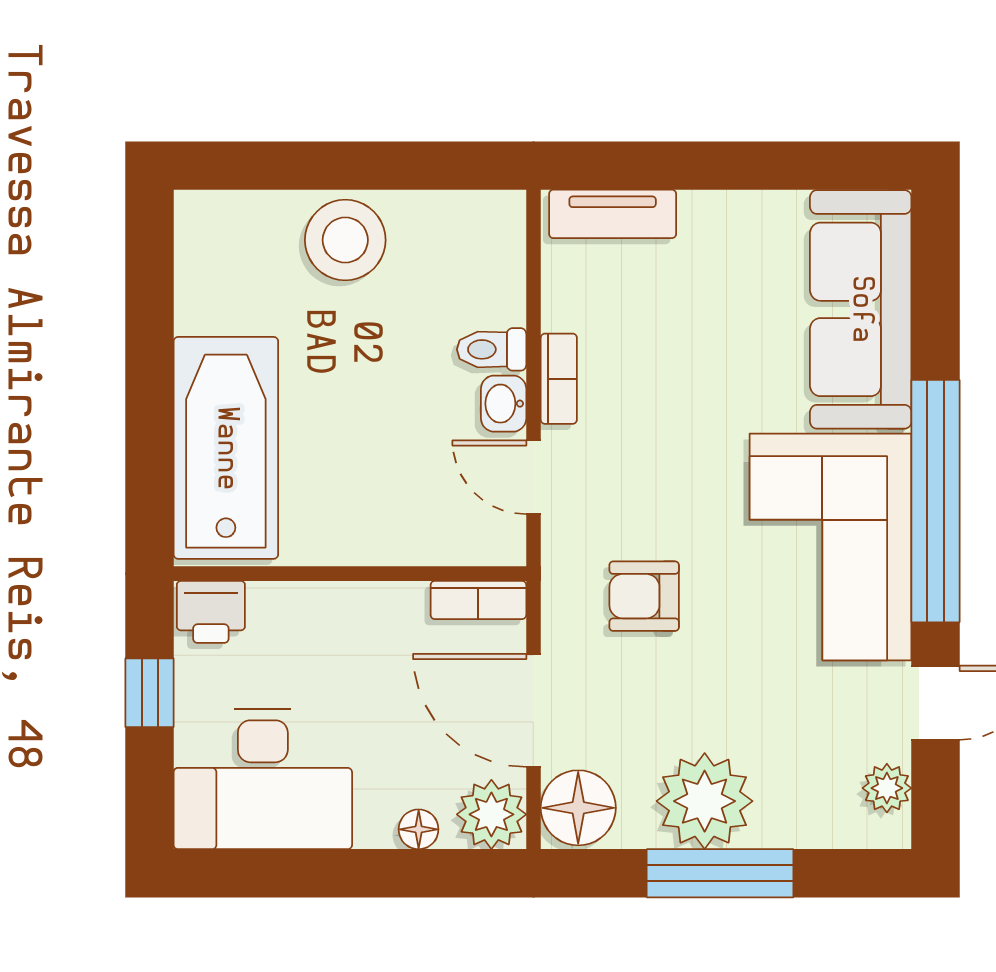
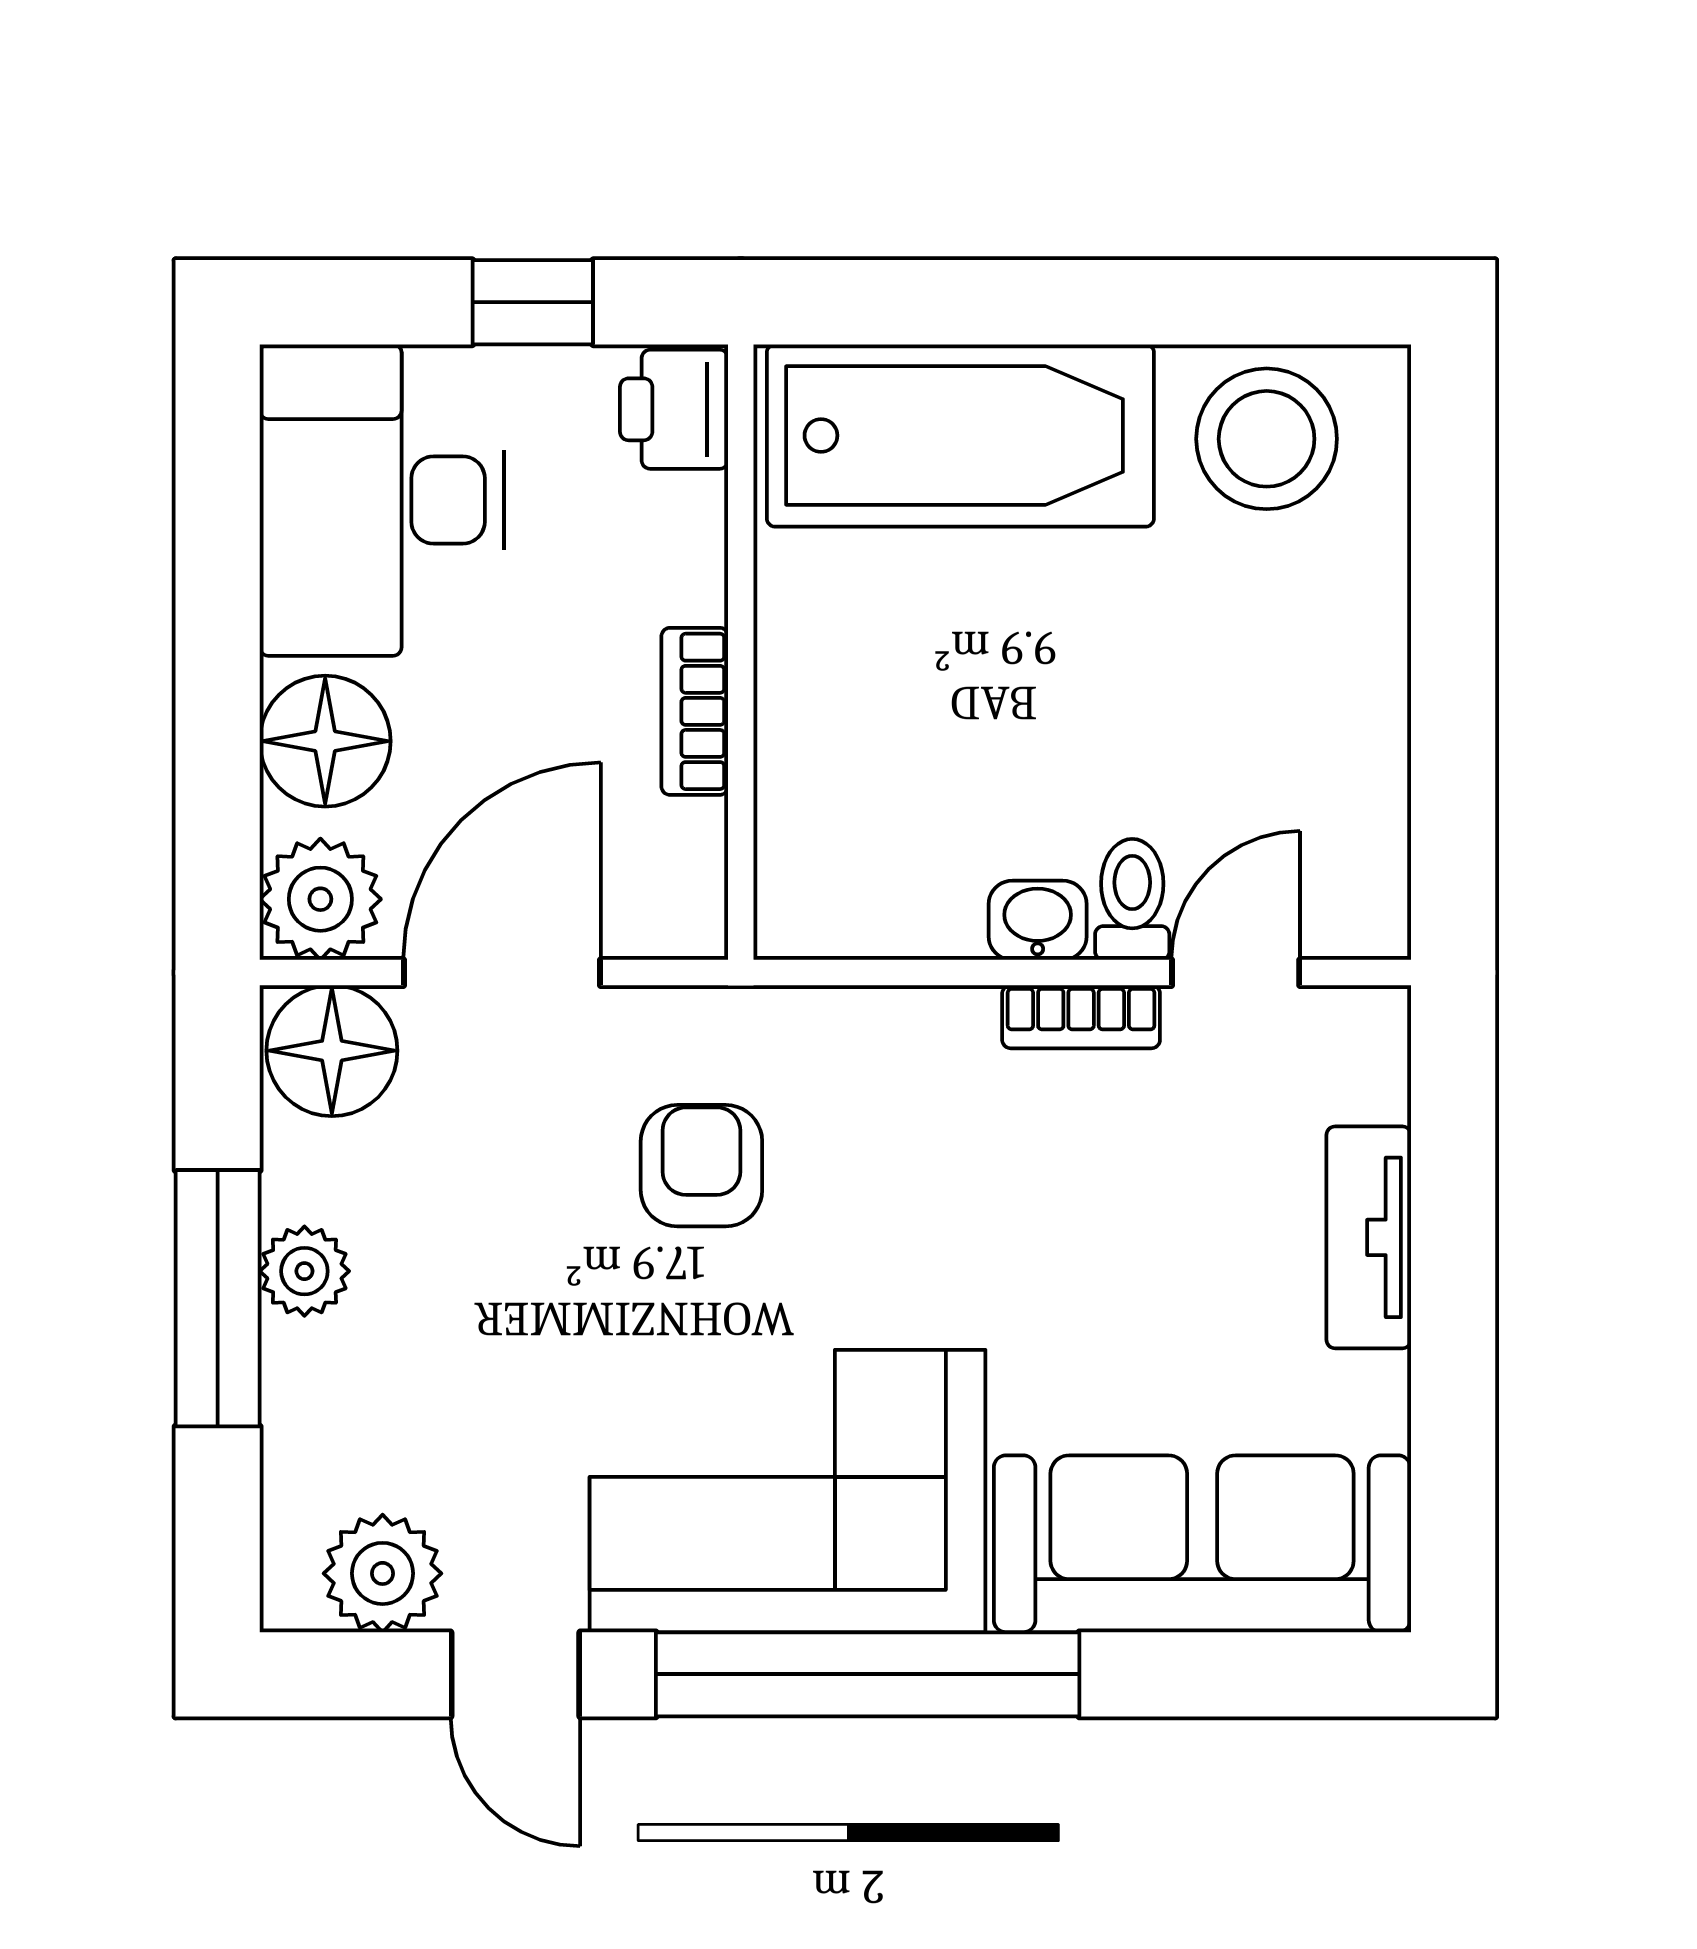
tv unit: (613, 214) -> (1369, 1237), moved
stool: (345, 240) -> (1267, 439), moved
door: (533, 477) -> (1236, 973), moved
bookcase: (478, 600) -> (695, 711), moved
plant: (887, 788) -> (383, 1573), width x1.38, depth x1.38
plant: (705, 801) -> (304, 1271), width x0.53, depth x0.53
floor lamp: (419, 829) -> (325, 741), width x1.89, depth x1.89

